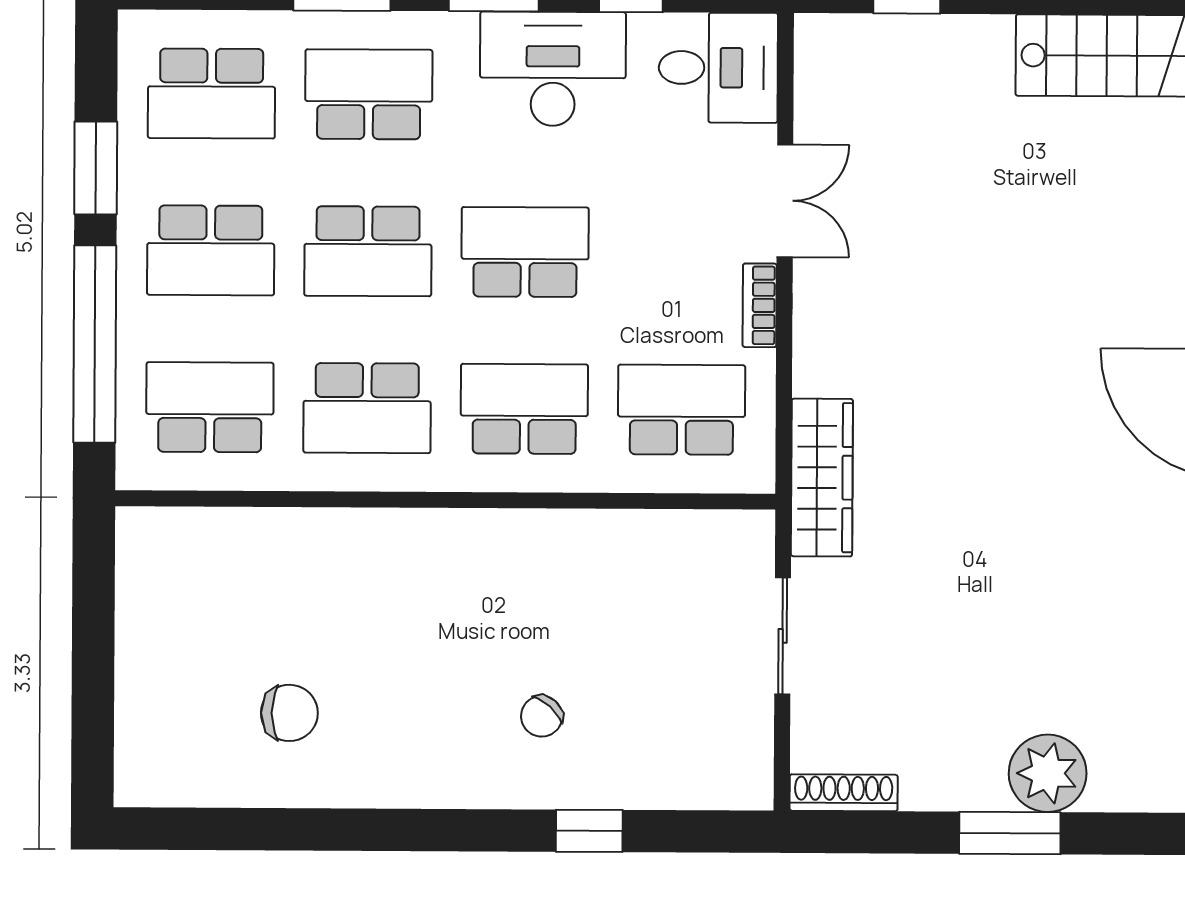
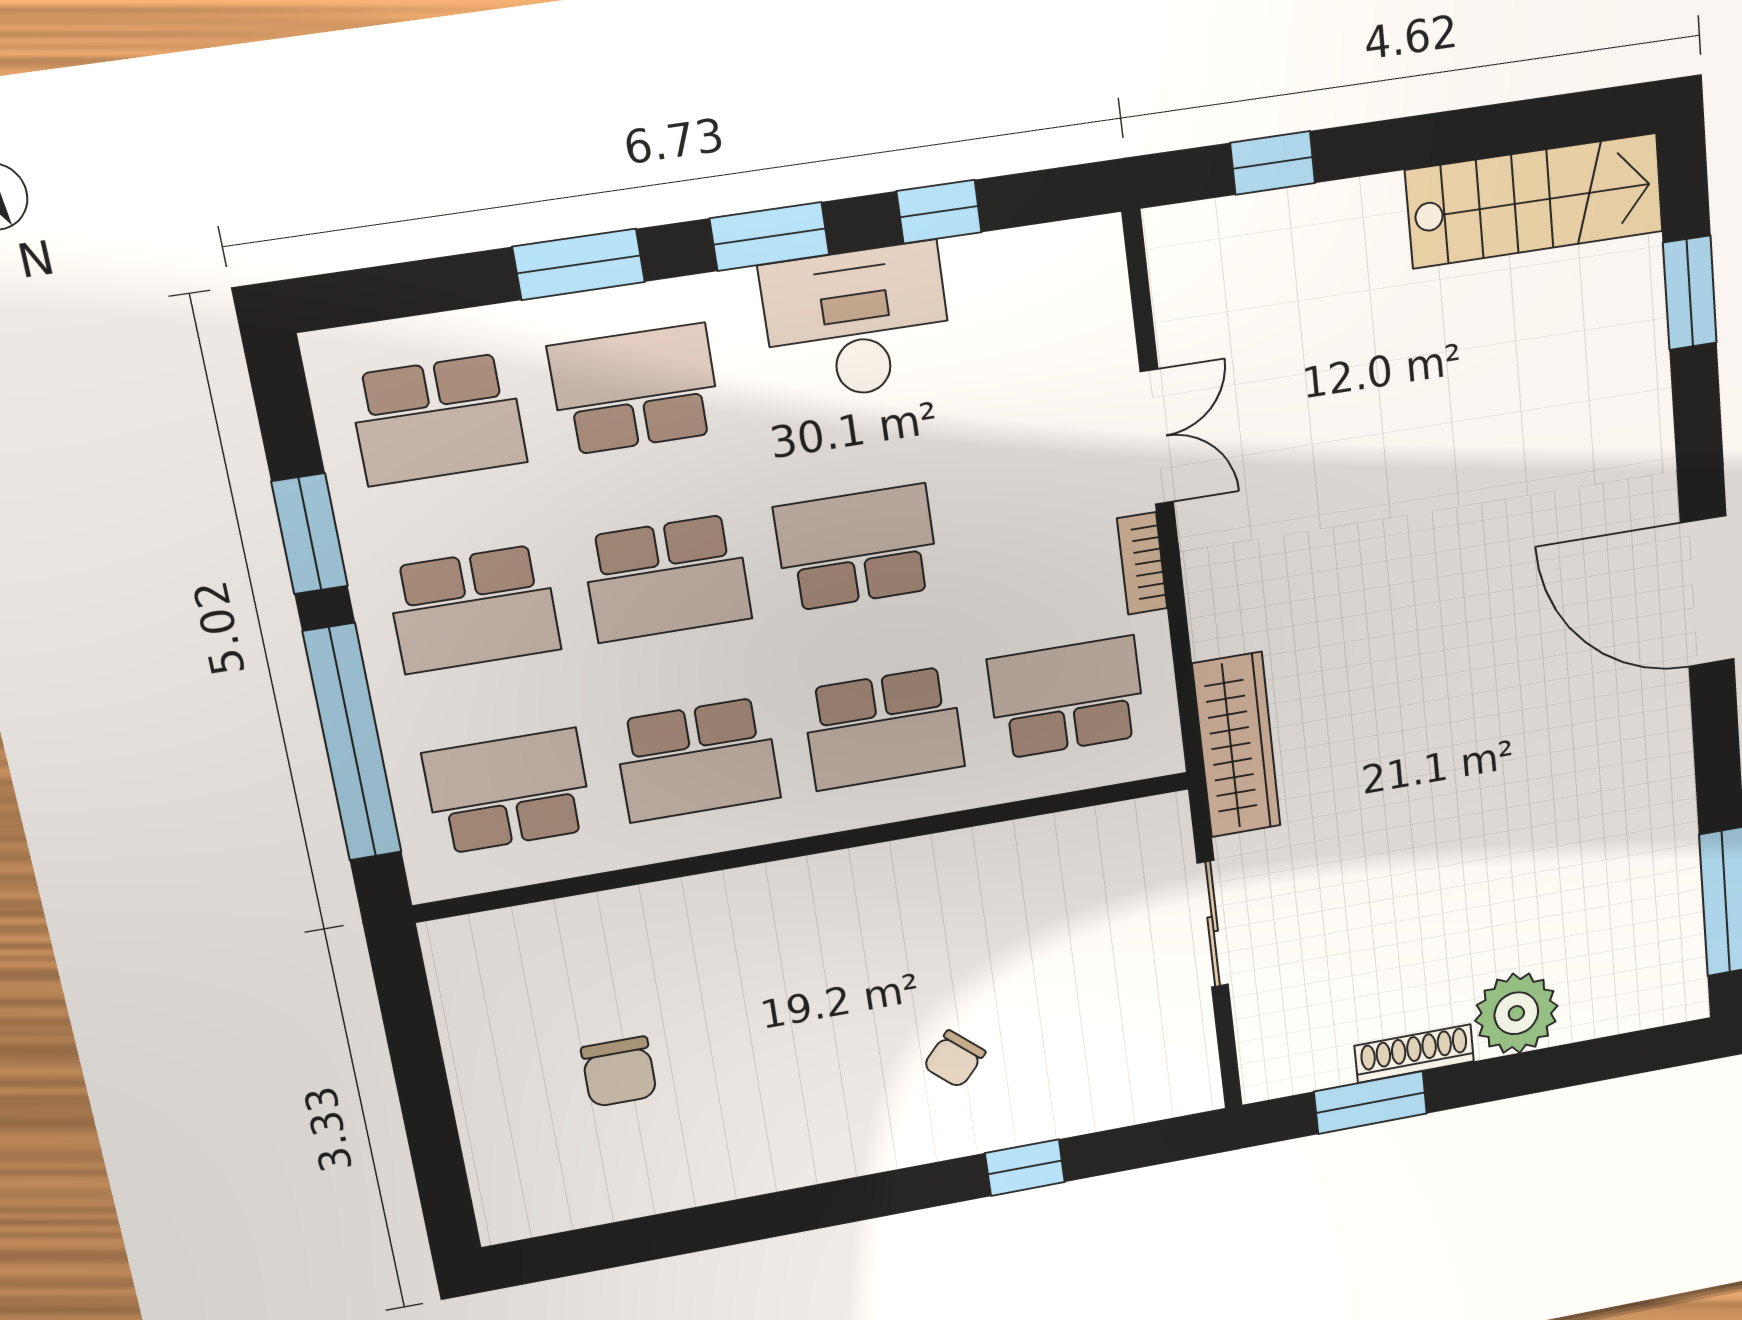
desk: (718, 68) -> (1058, 290), removed
school desk: (524, 409) -> (883, 728), turned 180
chair: (289, 713) -> (619, 1072), moved, turned 90
shoe rack: (844, 793) -> (1414, 1053), moved
window: (1010, 833) -> (1370, 1103), moved

